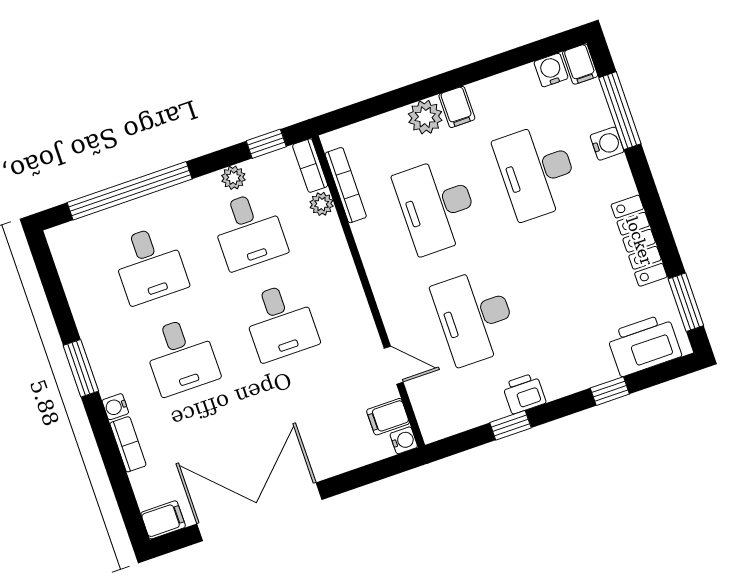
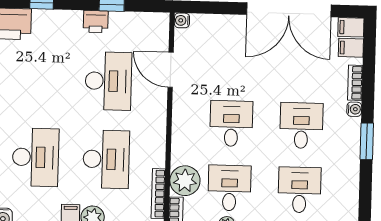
plant: (322, 204) -> (185, 181), width x1.87, depth x1.87
door: (394, 365) -> (171, 70), width x1.38
filing cabinet: (388, 417) -> (351, 48), moved, turned 180

